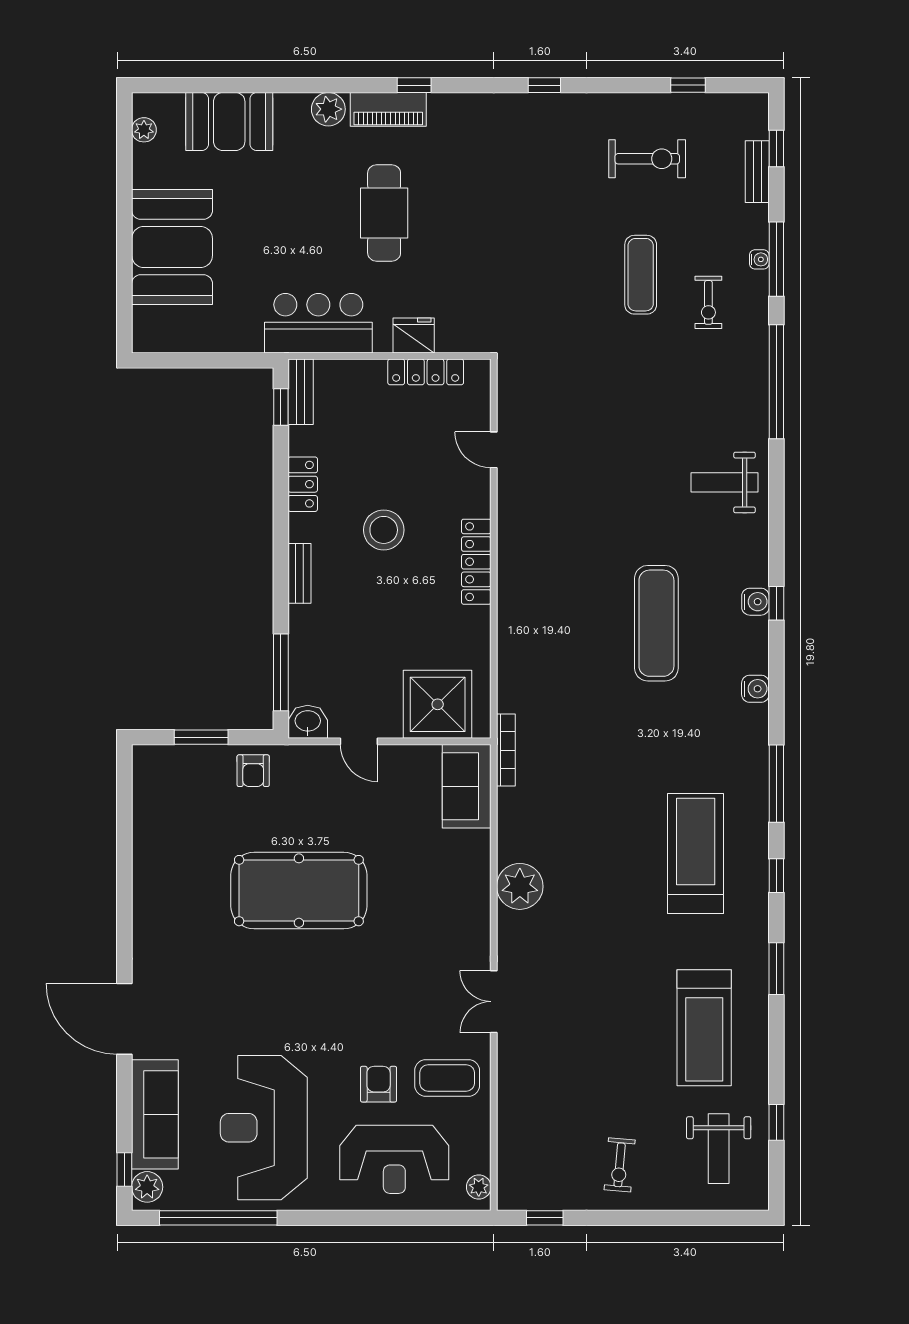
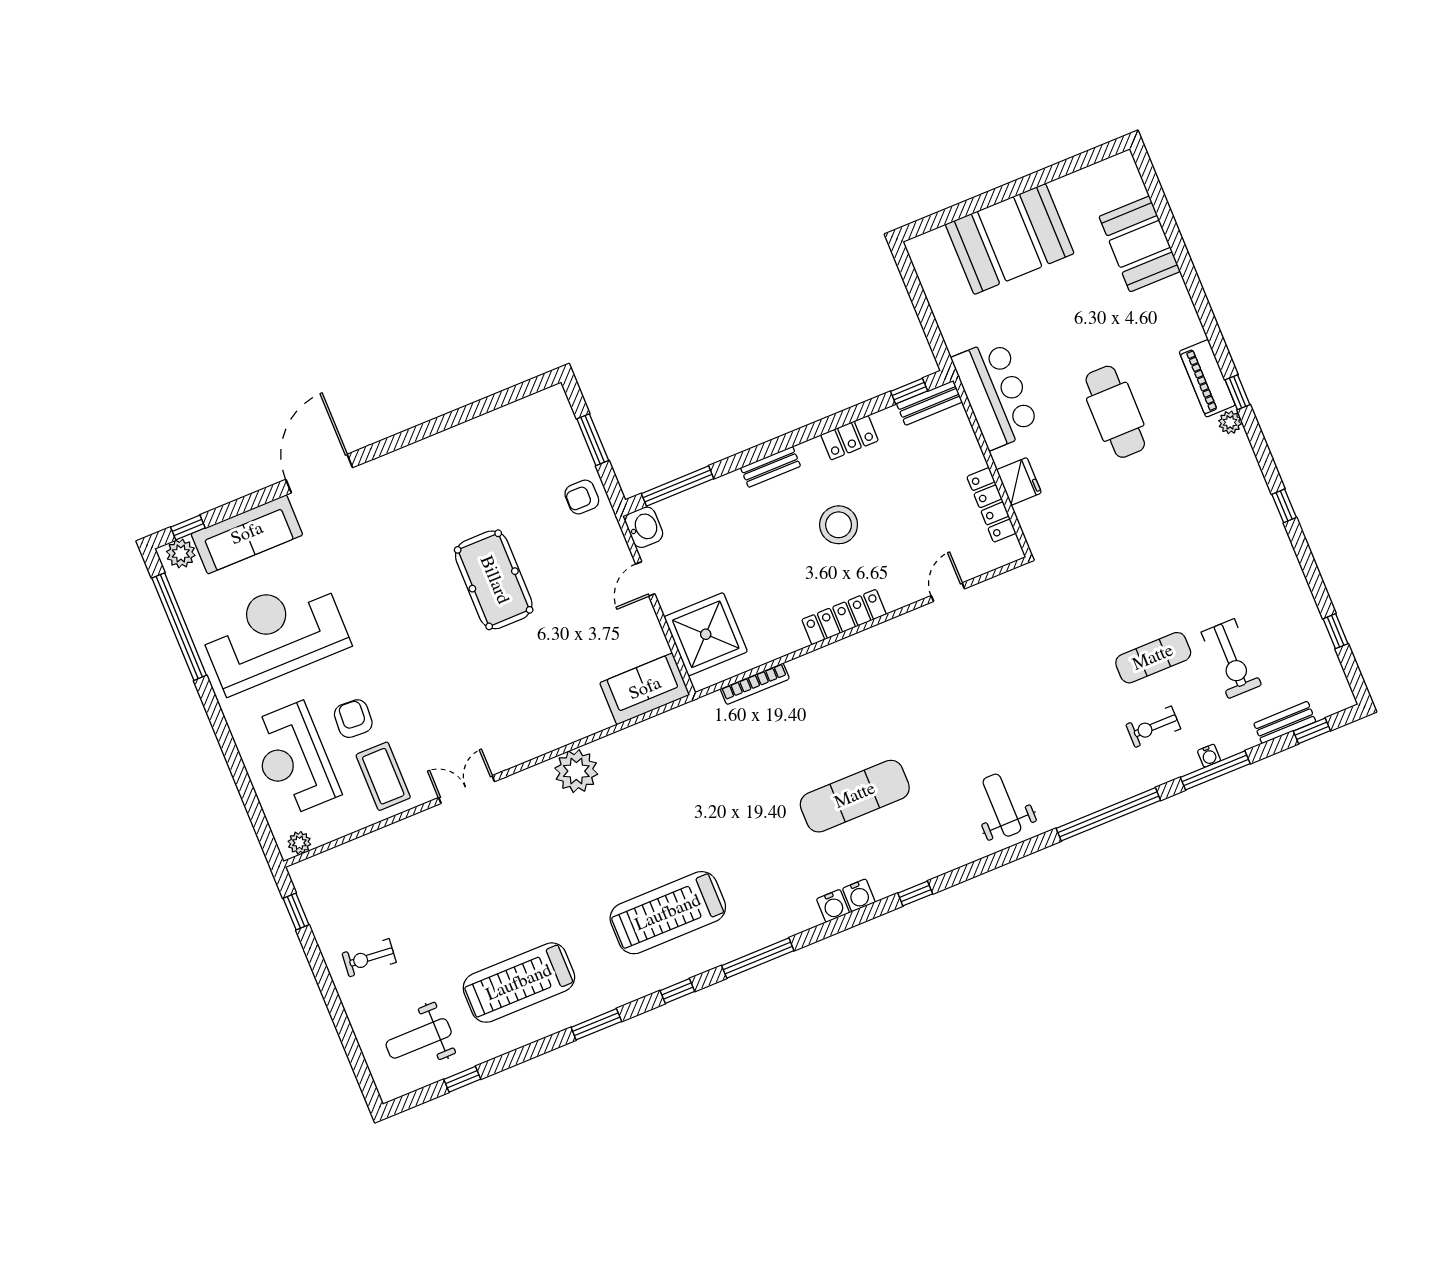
plant: (328, 109) -> (1230, 422), moved, width x0.73, depth x0.73
plant: (144, 130) -> (1102, 173), removed
exercise bike: (647, 159) -> (1231, 659), moved
cafe table: (384, 213) -> (1115, 412), turned 90
water cooler: (755, 602) -> (859, 895), moved
bookcase: (506, 750) -> (755, 684), moved
treadmill: (696, 854) -> (668, 913), turned 180
pool table: (299, 891) -> (494, 580), width x0.73, depth x0.76
armchair: (379, 1084) -> (353, 719), turned -87

